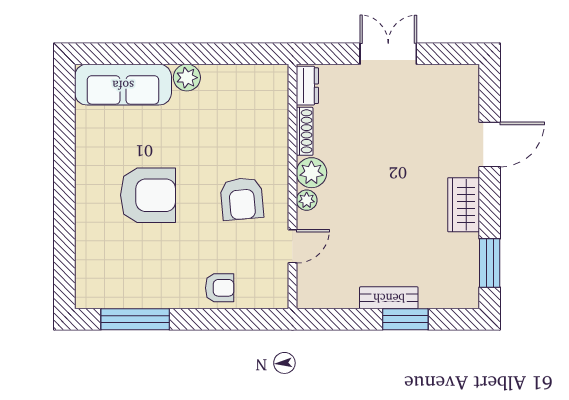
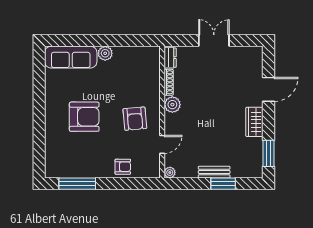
plant: (307, 200) -> (170, 173), moved

